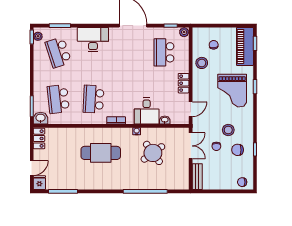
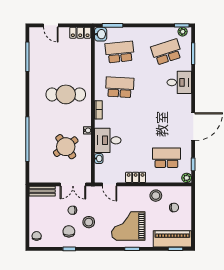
desk: (93, 40) -> (179, 82), width x0.73
cafe table: (101, 153) -> (66, 94), turned 90
fridge: (39, 183) -> (36, 33), removed

